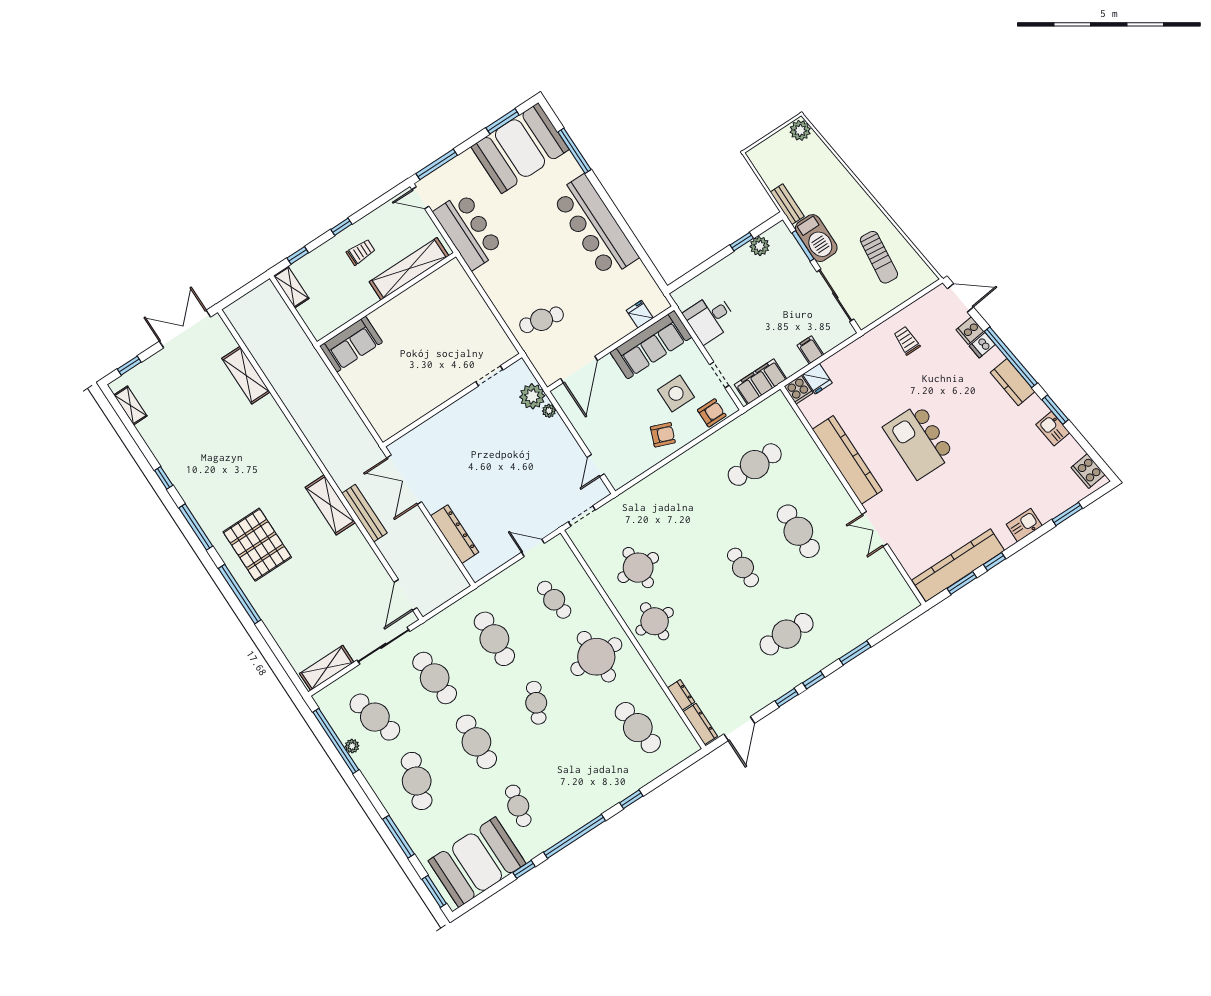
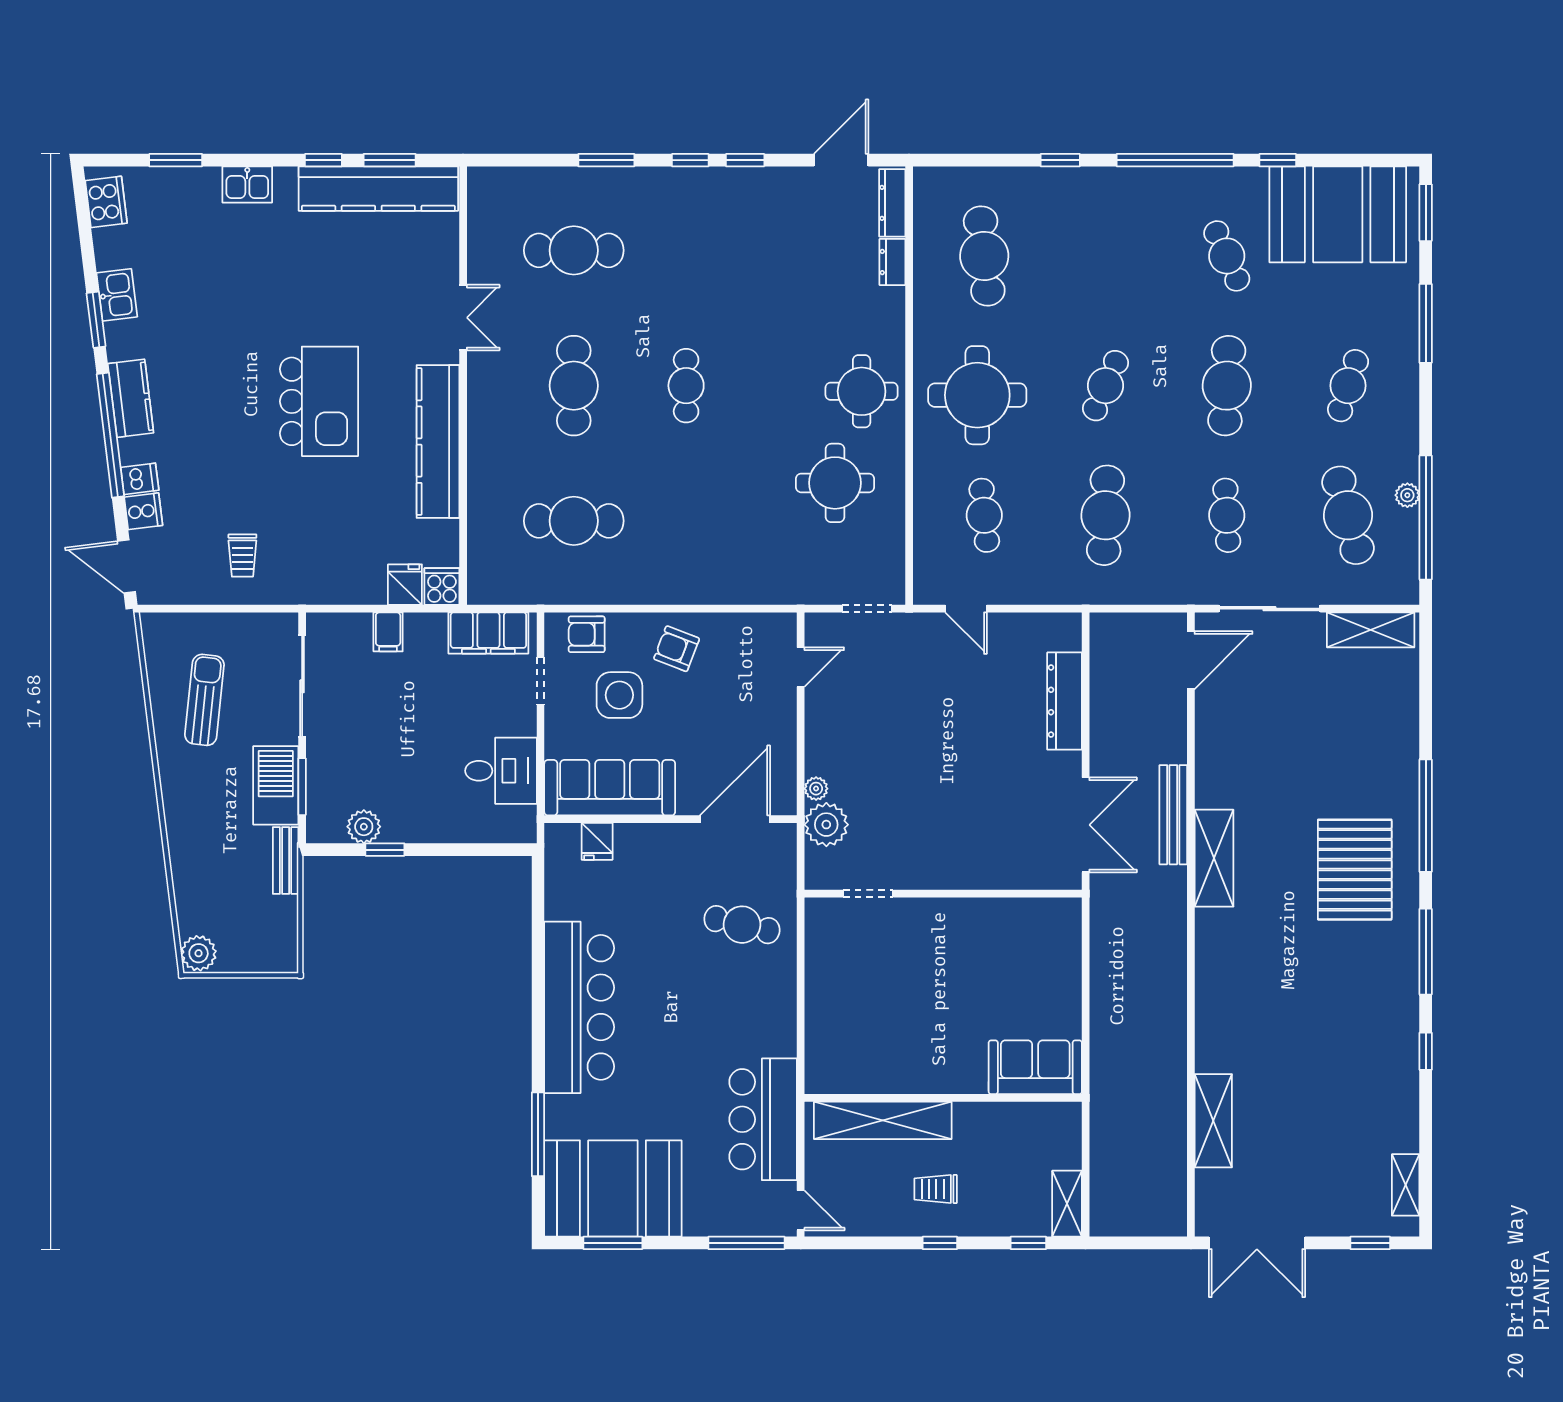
cafe table: (787, 634) -> (574, 250), moved
cafe table: (435, 678) -> (1227, 515), width x0.73, depth x0.74
cafe table: (417, 781) -> (1348, 386), width x0.73, depth x0.74
cafe table: (518, 806) -> (1227, 256), turned -36

